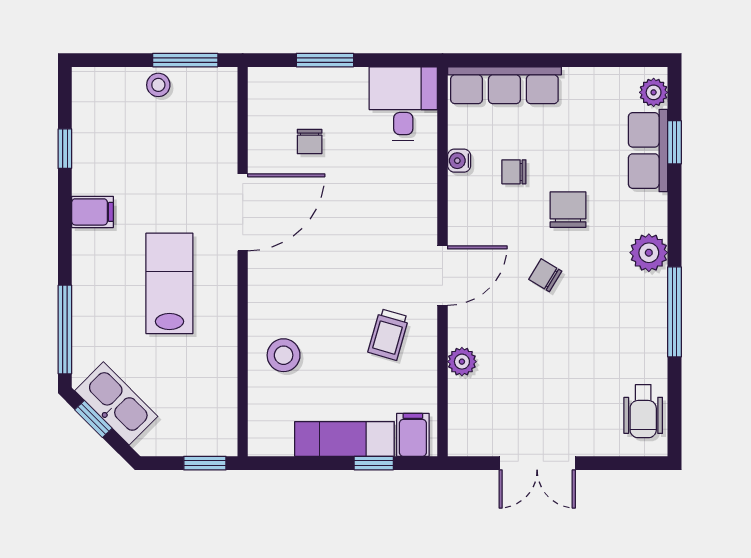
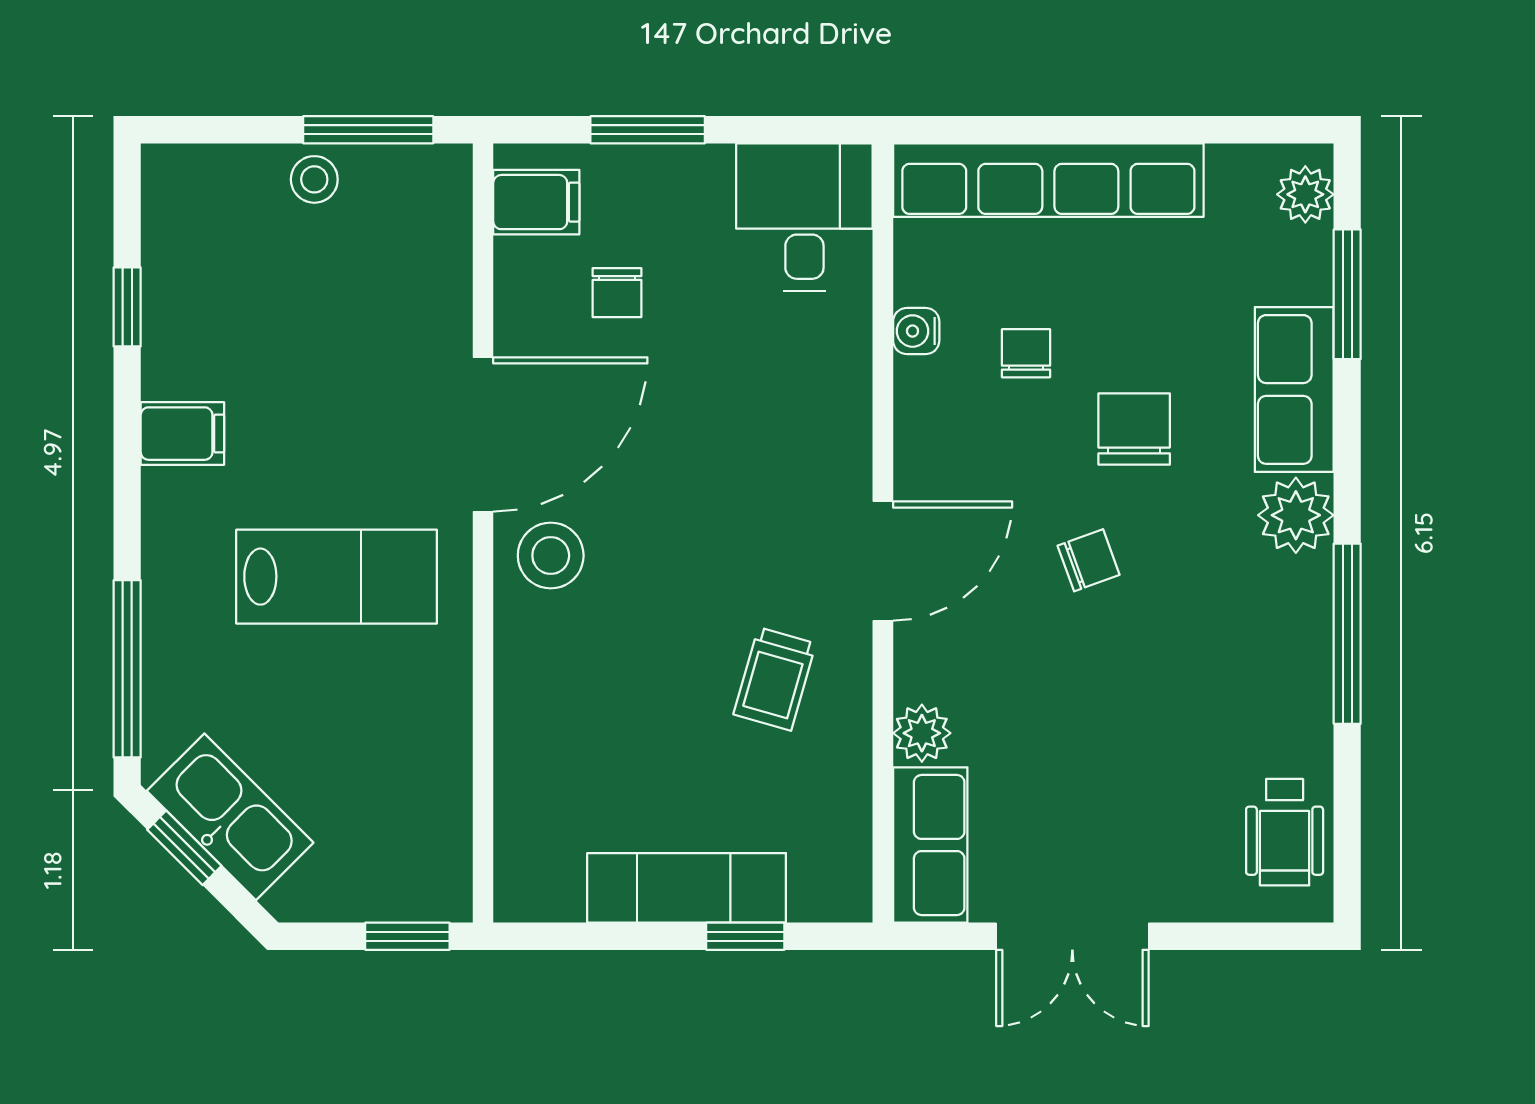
row of seats: (504, 85) -> (1048, 180), width x1.36
window: (674, 142) -> (1347, 294), width x1.50
row of seats: (648, 150) -> (1294, 389), moved
chair: (514, 172) -> (1026, 353), turned 90
chair: (545, 275) -> (1089, 560), turned 129
lab bench: (169, 283) -> (337, 577), turned 90
stool: (284, 355) -> (551, 556), moved
row of seats: (466, 418) -> (930, 845), added
filing cabinet: (413, 435) -> (536, 202), moved, turned 90

